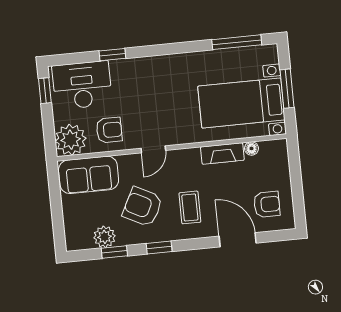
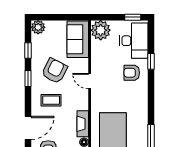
armchair: (109, 130) -> (132, 73), moved, turned 90
plant: (105, 237) -> (38, 27), moved

